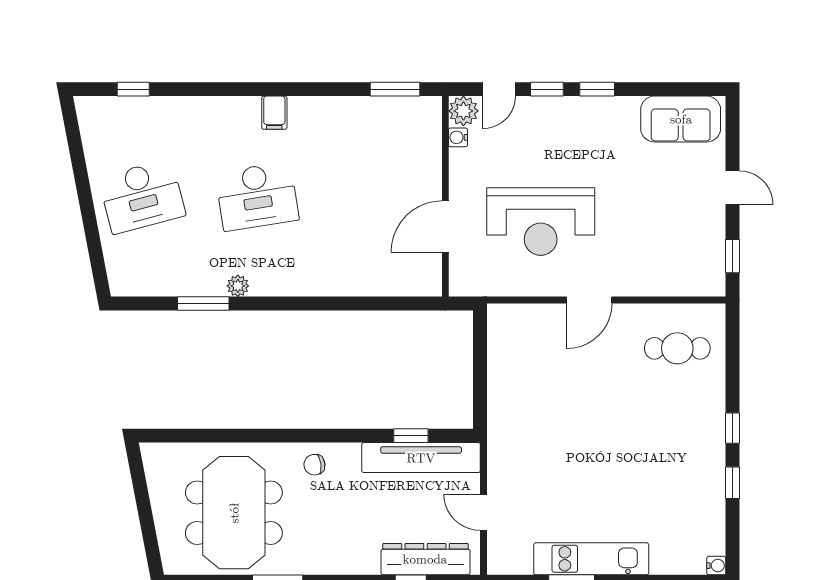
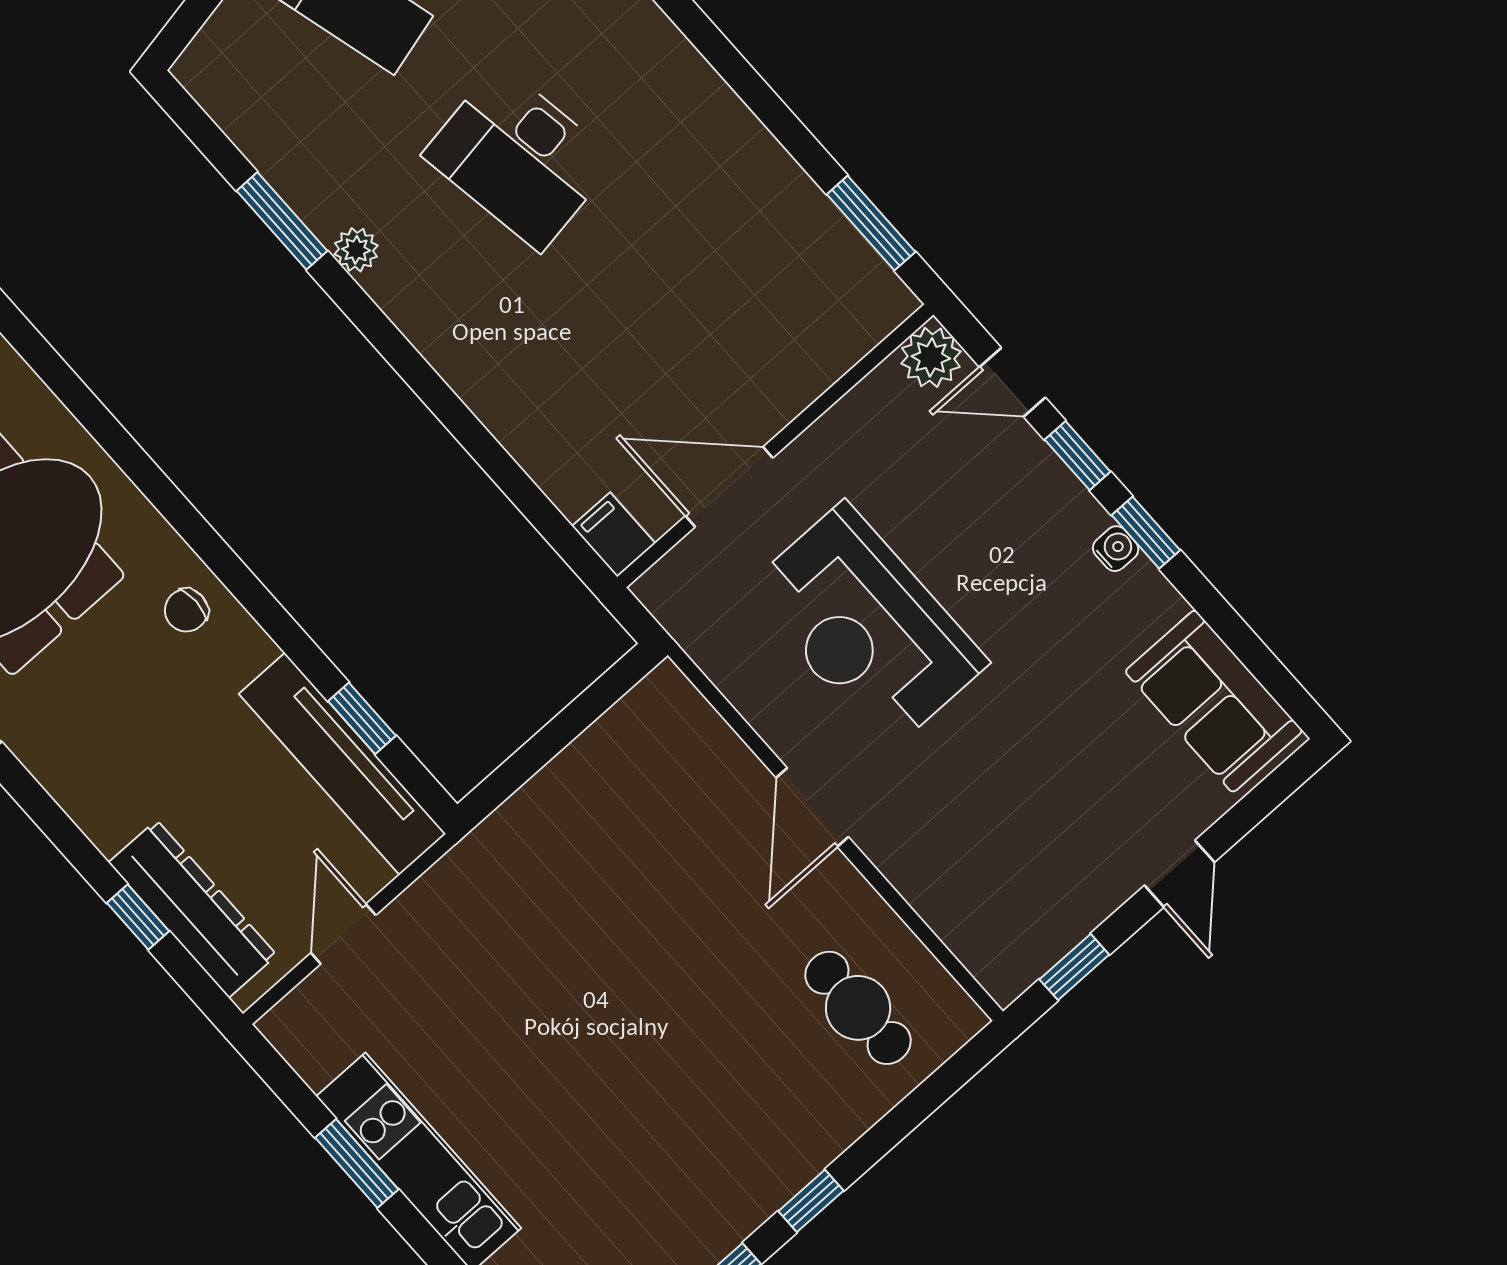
filing cabinet: (274, 113) -> (614, 535), moved, turned 90
water cooler: (458, 137) -> (1116, 549), moved, turned 90
door: (589, 300) -> (812, 807), hinge flipped
chair: (314, 465) -> (186, 610), turned -82

